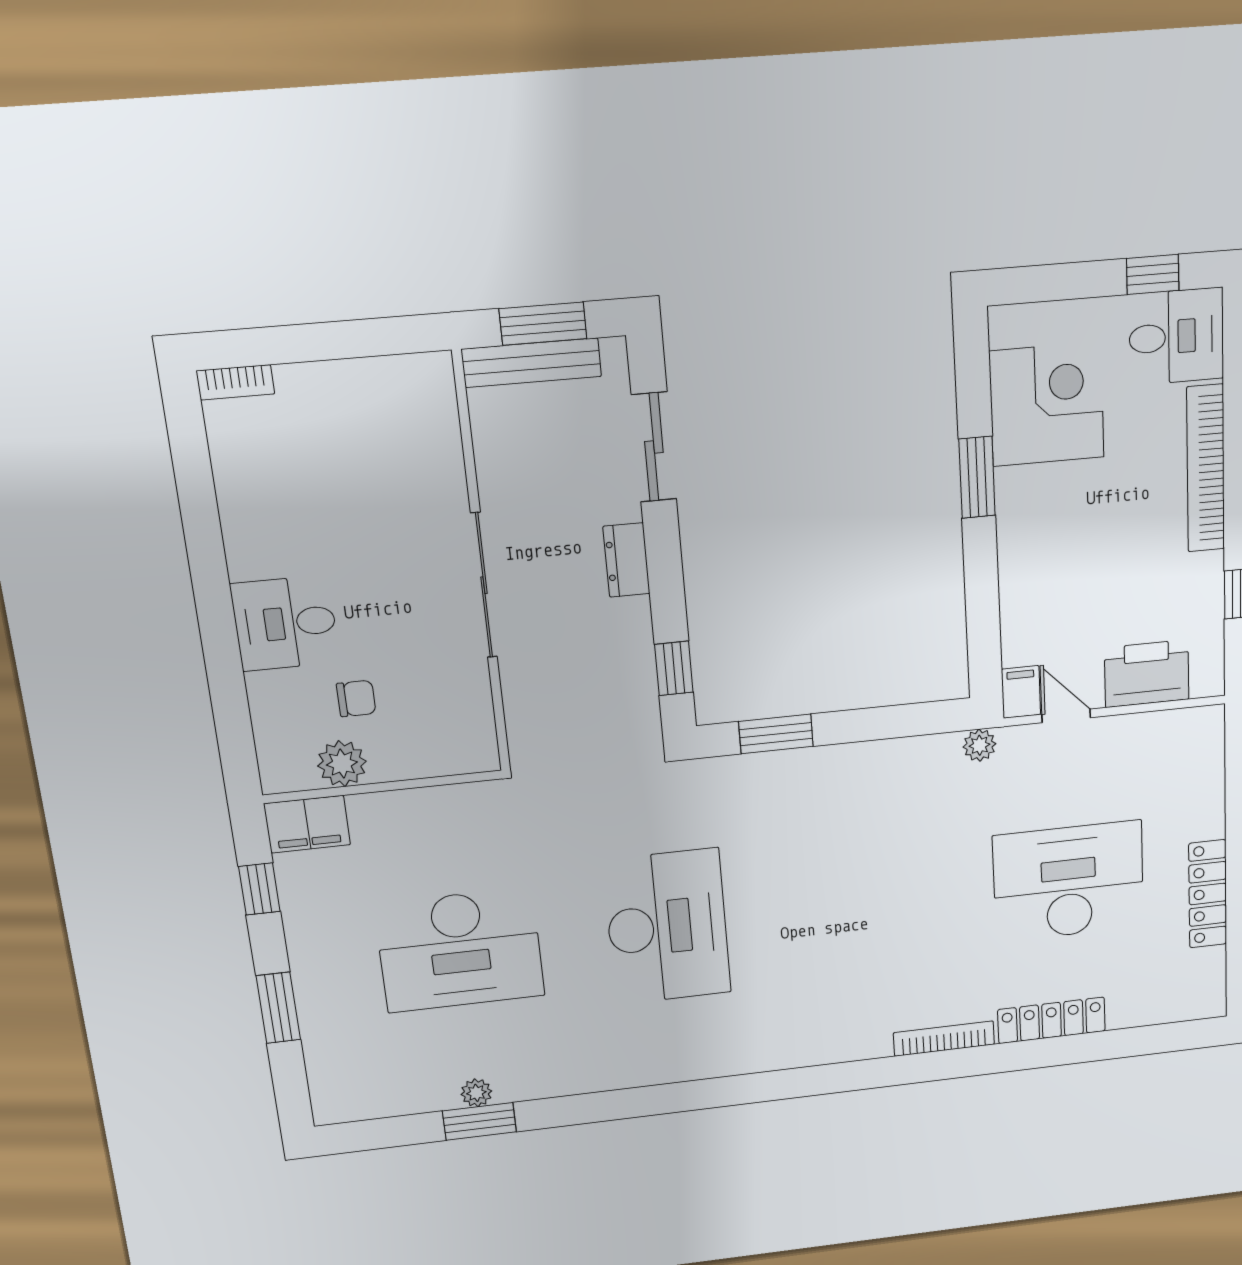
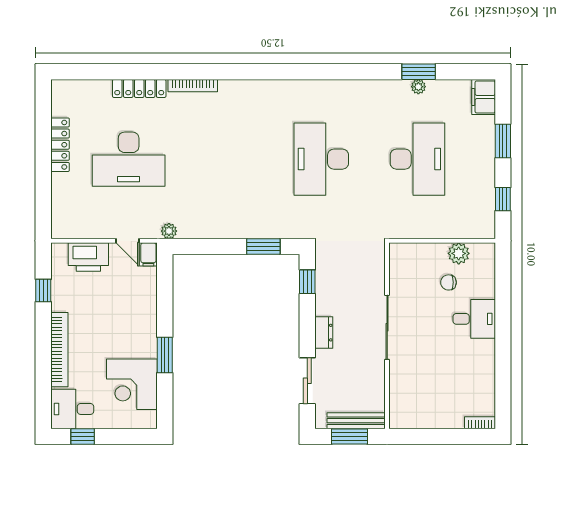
filing cabinet: (307, 824) -> (484, 97), moved, turned -90
desk: (460, 950) -> (418, 159), turned 90

